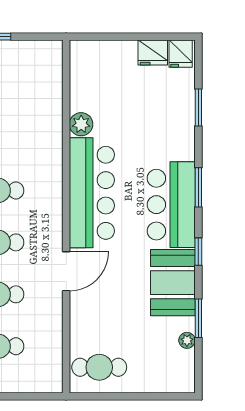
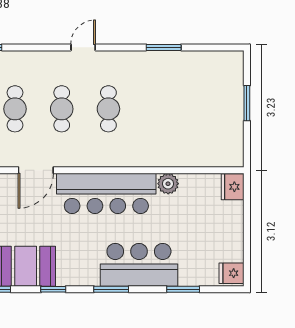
fridge: (153, 52) -> (233, 187), moved
bar counter: (171, 205) -> (139, 265), moved
door: (66, 271) -> (36, 170), hinge flipped

